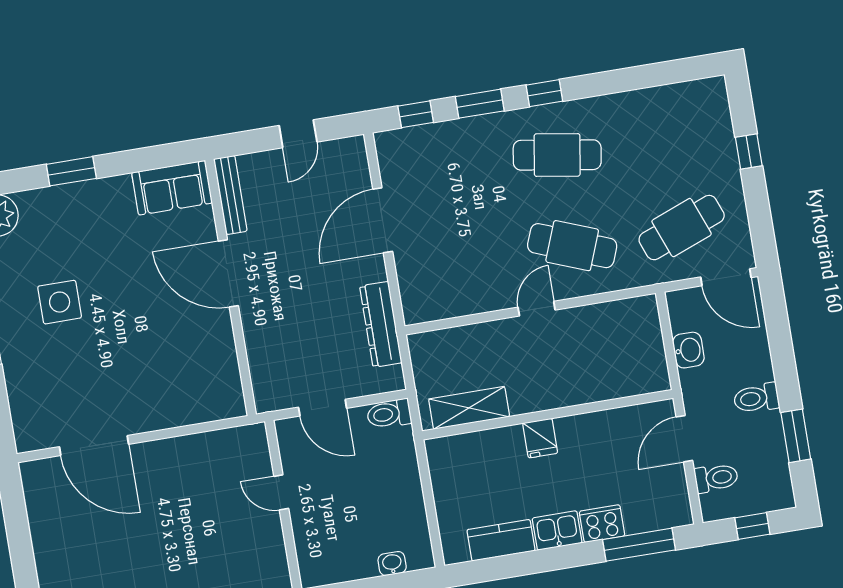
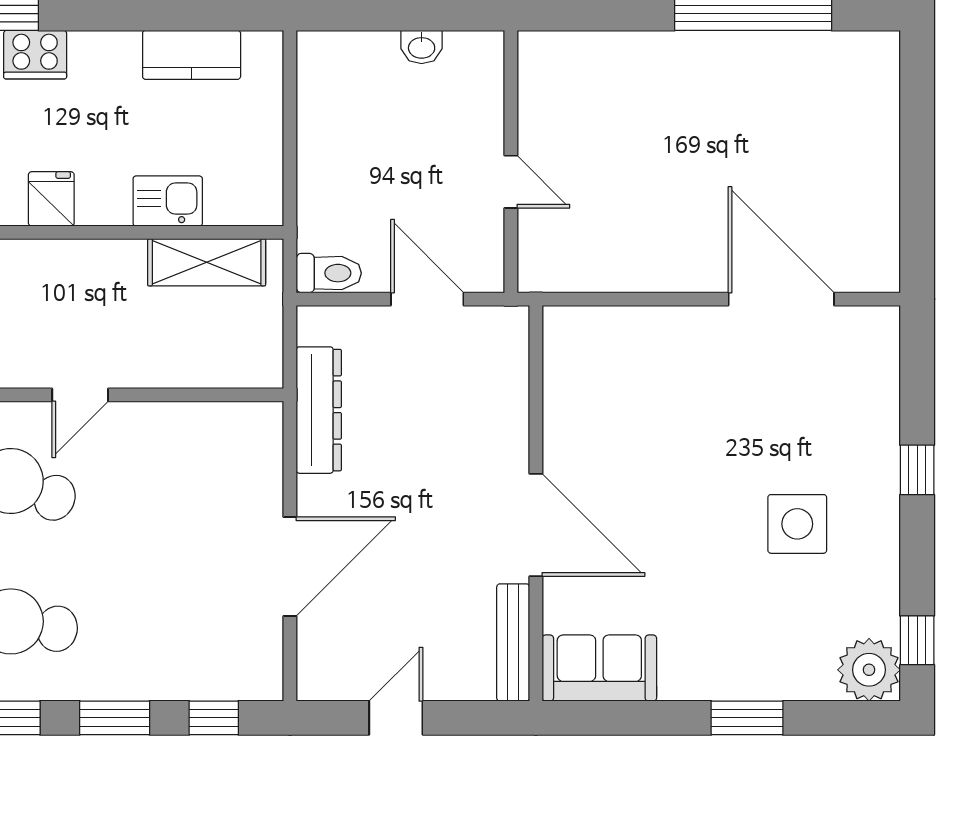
fridge: (540, 438) -> (51, 199), moved
kitchen sink: (557, 531) -> (168, 201), moved, turned 180
washbasin: (392, 564) -> (422, 47), moved

